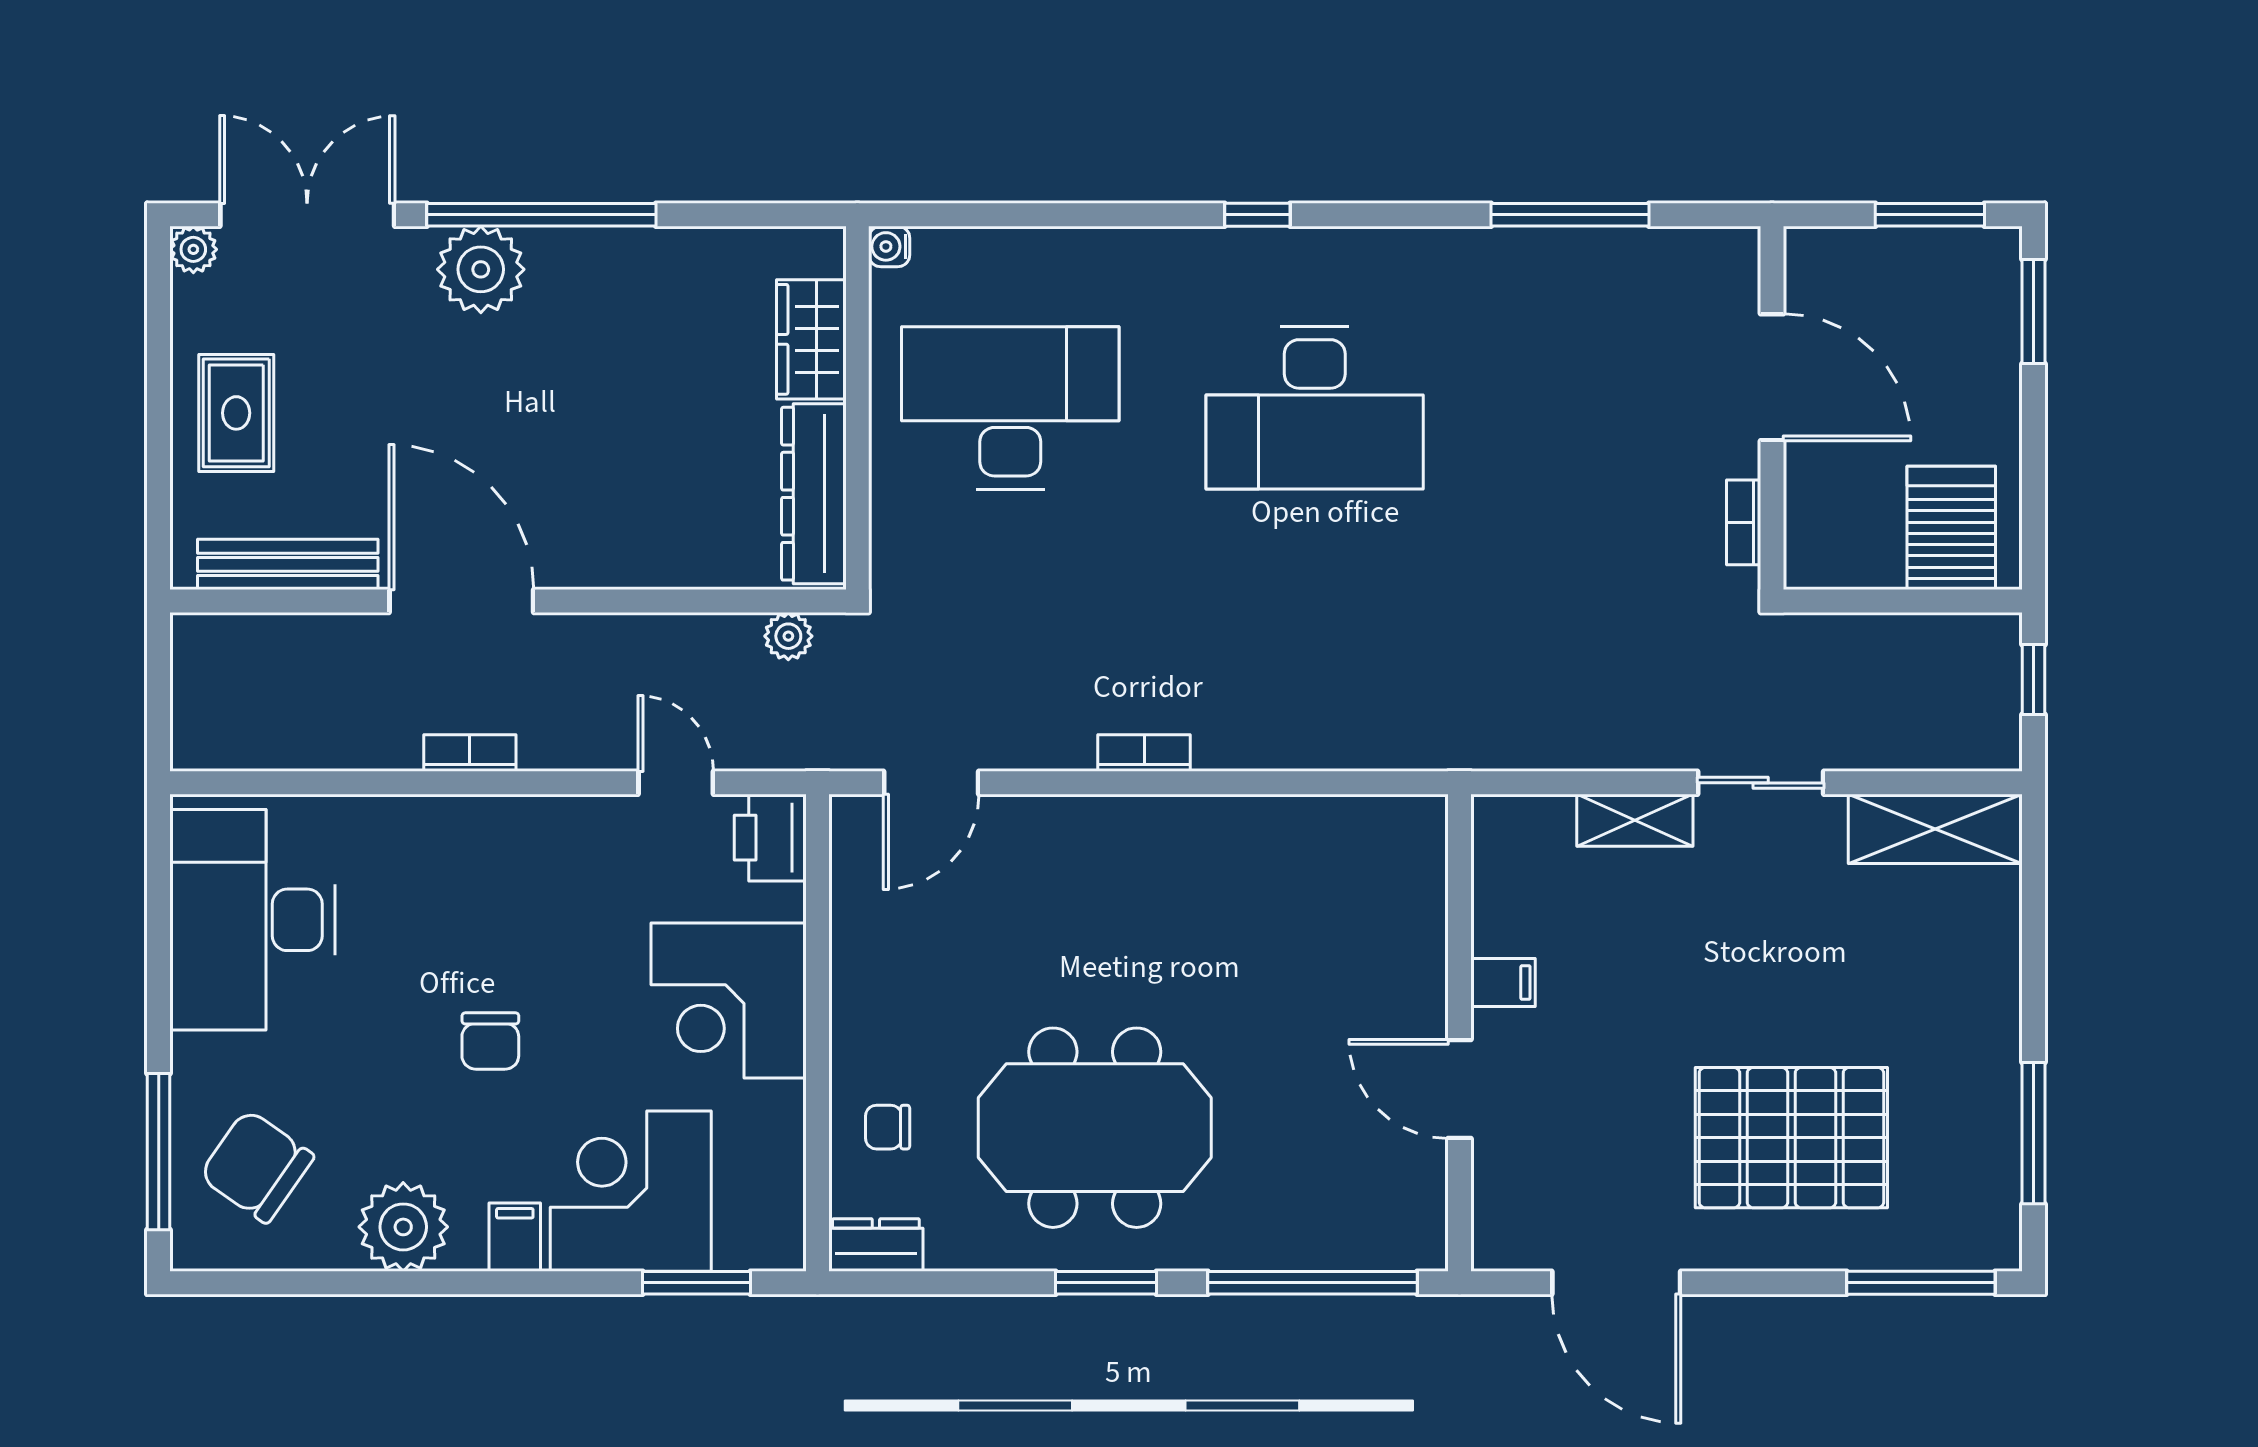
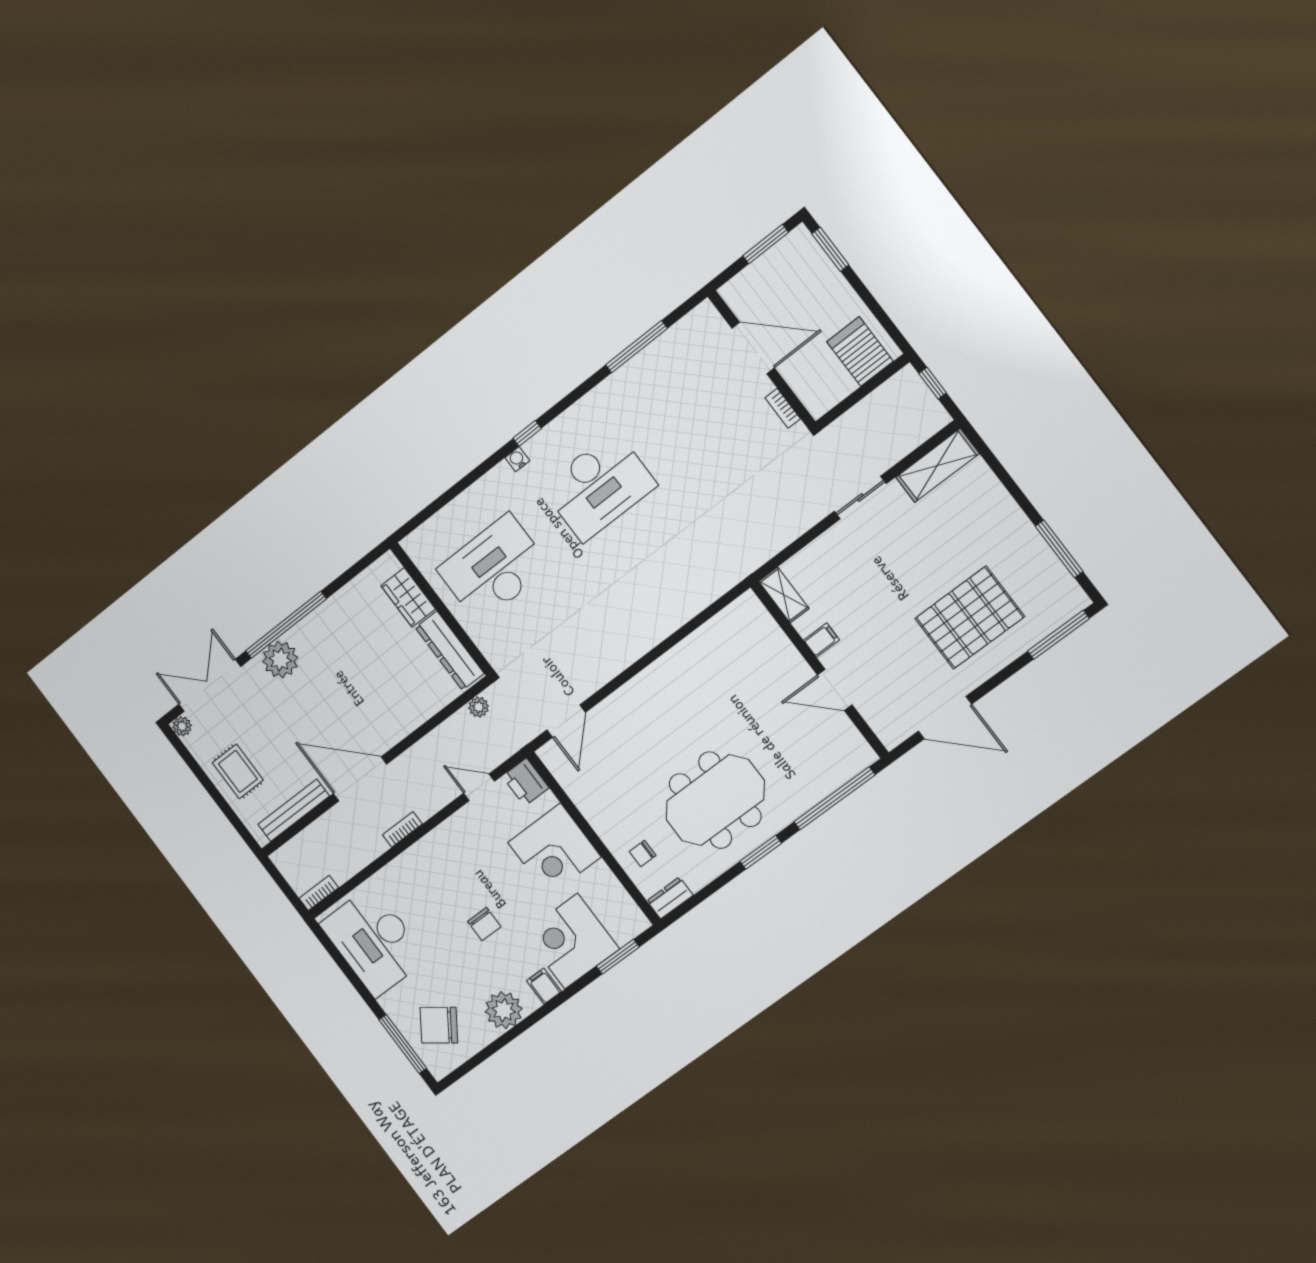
water cooler: (889, 246) -> (517, 459), moved, turned 90
bookcase: (1144, 753) -> (319, 893), moved
shelving: (1635, 820) -> (784, 595), moved, turned 90

